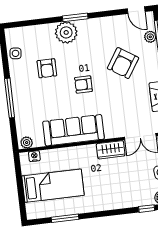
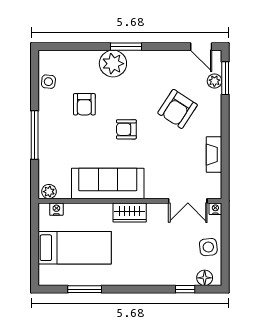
wardrobe: (111, 150) -> (130, 213), moved

